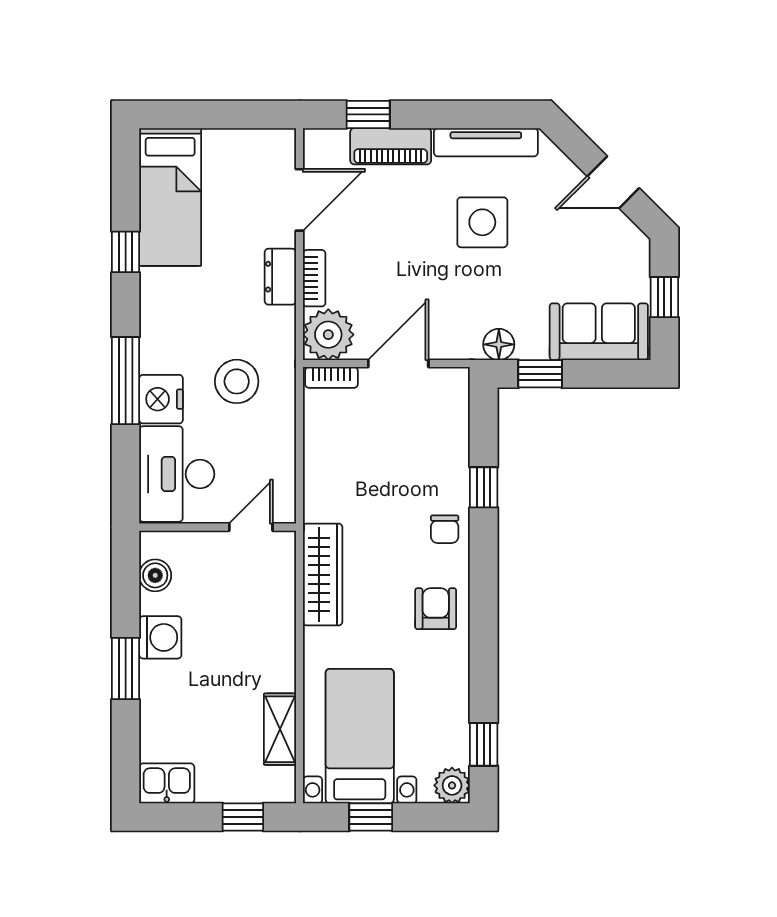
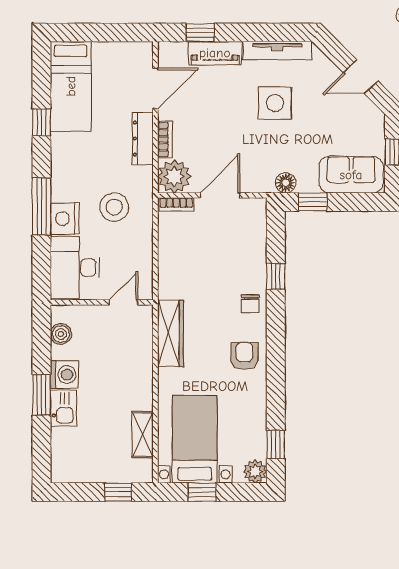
dresser: (280, 277) -> (143, 139), width x1.44
kitchen sink: (167, 783) -> (64, 408), moved, turned 90

